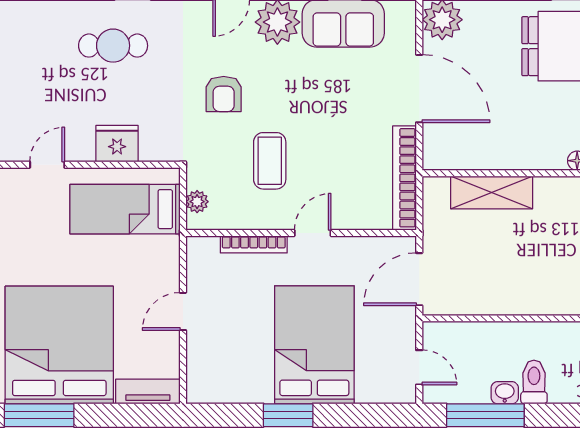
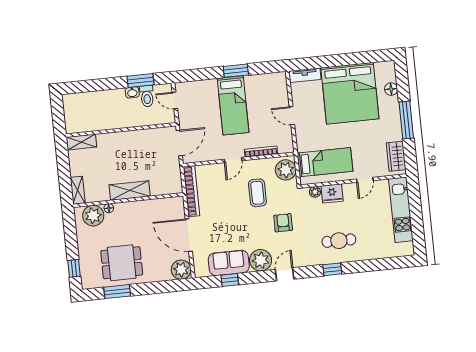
plant: (152, 151) -> (315, 192), added
shelving: (492, 192) -> (130, 190), moved
plant: (197, 202) -> (286, 170), width x1.88, depth x1.88
door: (183, 311) -> (292, 116), swing flipped
bed: (314, 345) -> (233, 105), width x0.67
toilet: (534, 382) -> (147, 96), moved
window: (39, 415) -> (356, 58), removed
window: (485, 415) -> (141, 81), width x0.69

